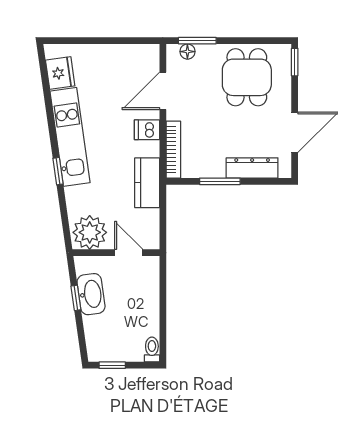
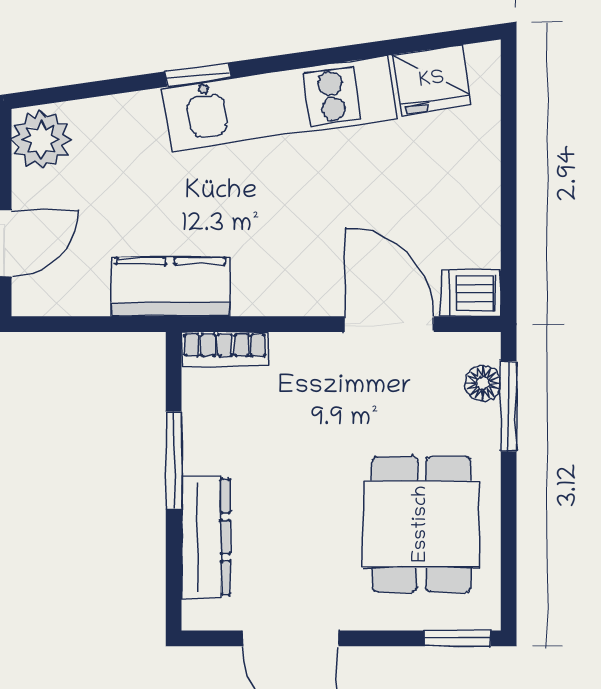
dining table: (247, 77) -> (421, 524), turned 90
dishwasher: (147, 130) -> (471, 293), moved, turned -90
bookcase: (173, 150) -> (225, 349), width x0.64
plant: (90, 232) -> (41, 140), width x0.73, depth x0.73

